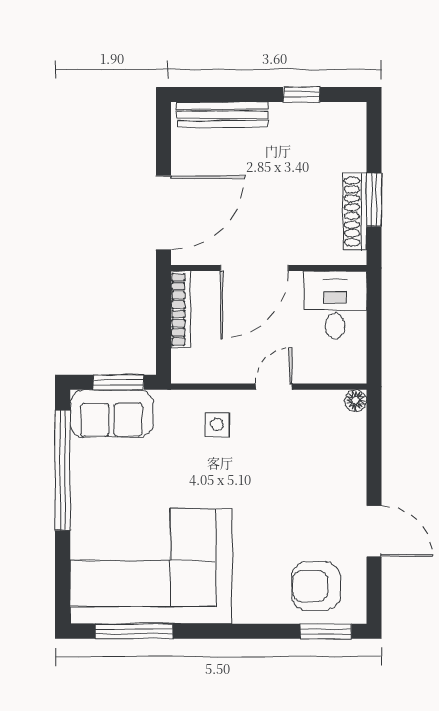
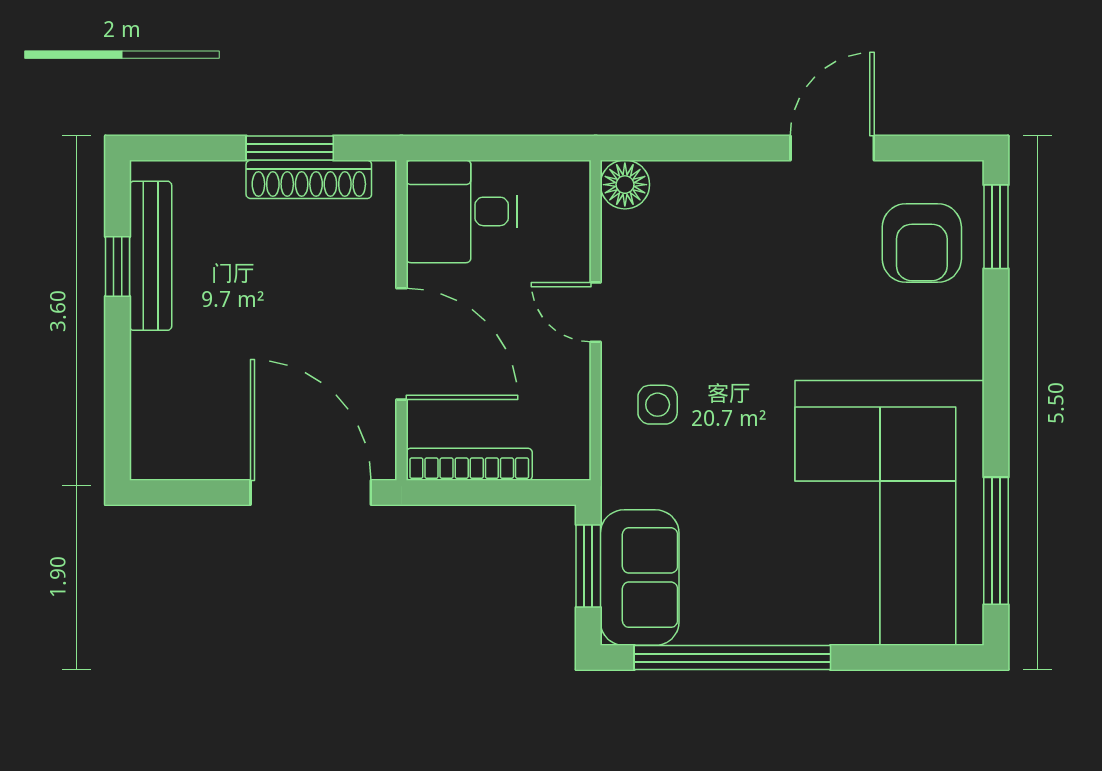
bench: (222, 115) -> (151, 256), moved
floor lamp: (356, 401) -> (625, 185), width x1.37, depth x1.37

